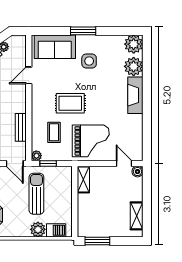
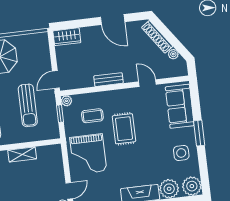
side table: (89, 61) -> (181, 153), moved
bench: (21, 127) -> (108, 80), moved
shelving: (83, 180) -> (22, 154), moved
sun lounger: (36, 194) -> (28, 105), turned 90

